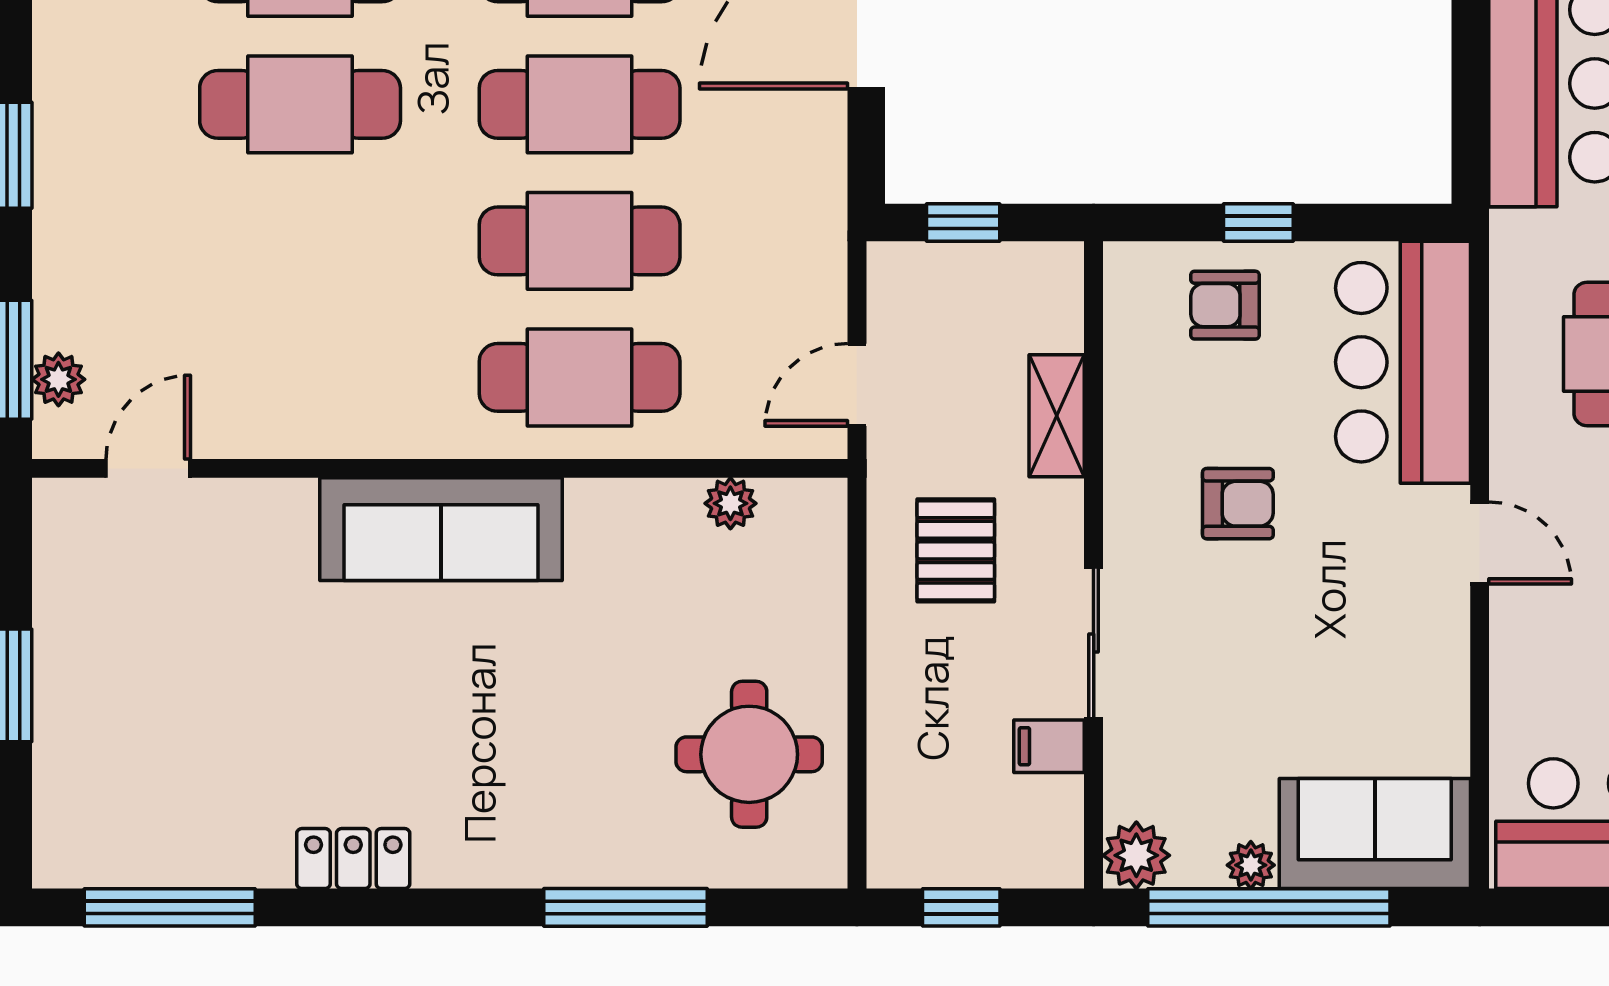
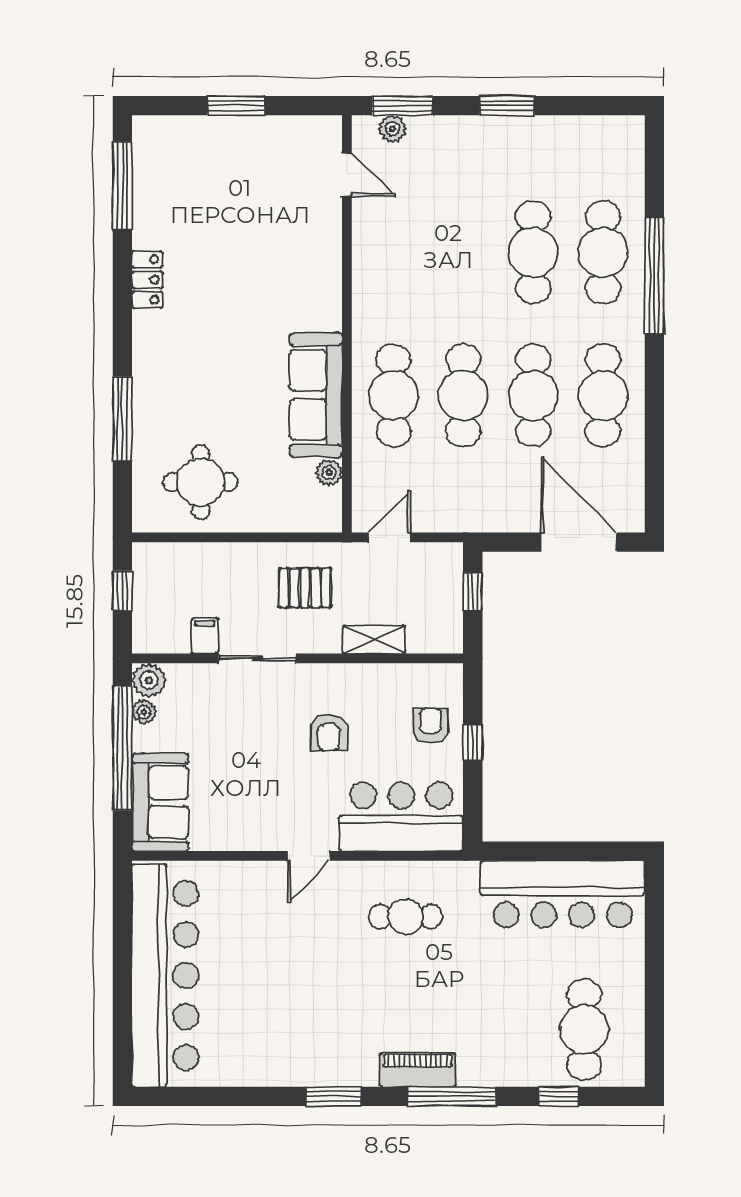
door: (857, 385) -> (390, 537), hinge flipped
sofa: (441, 529) -> (316, 395), moved
plant: (1251, 865) -> (144, 712), moved

